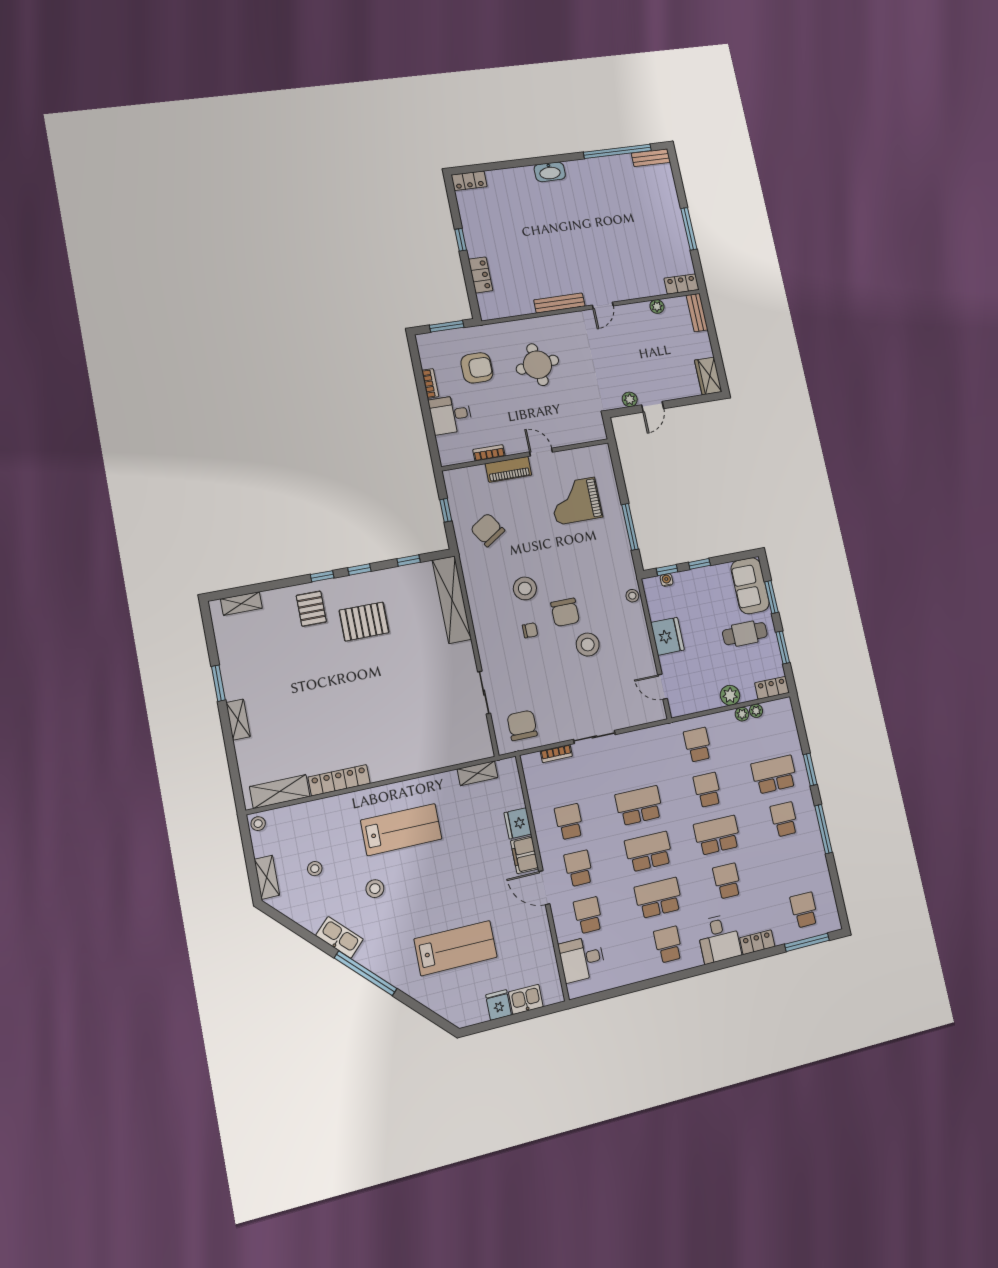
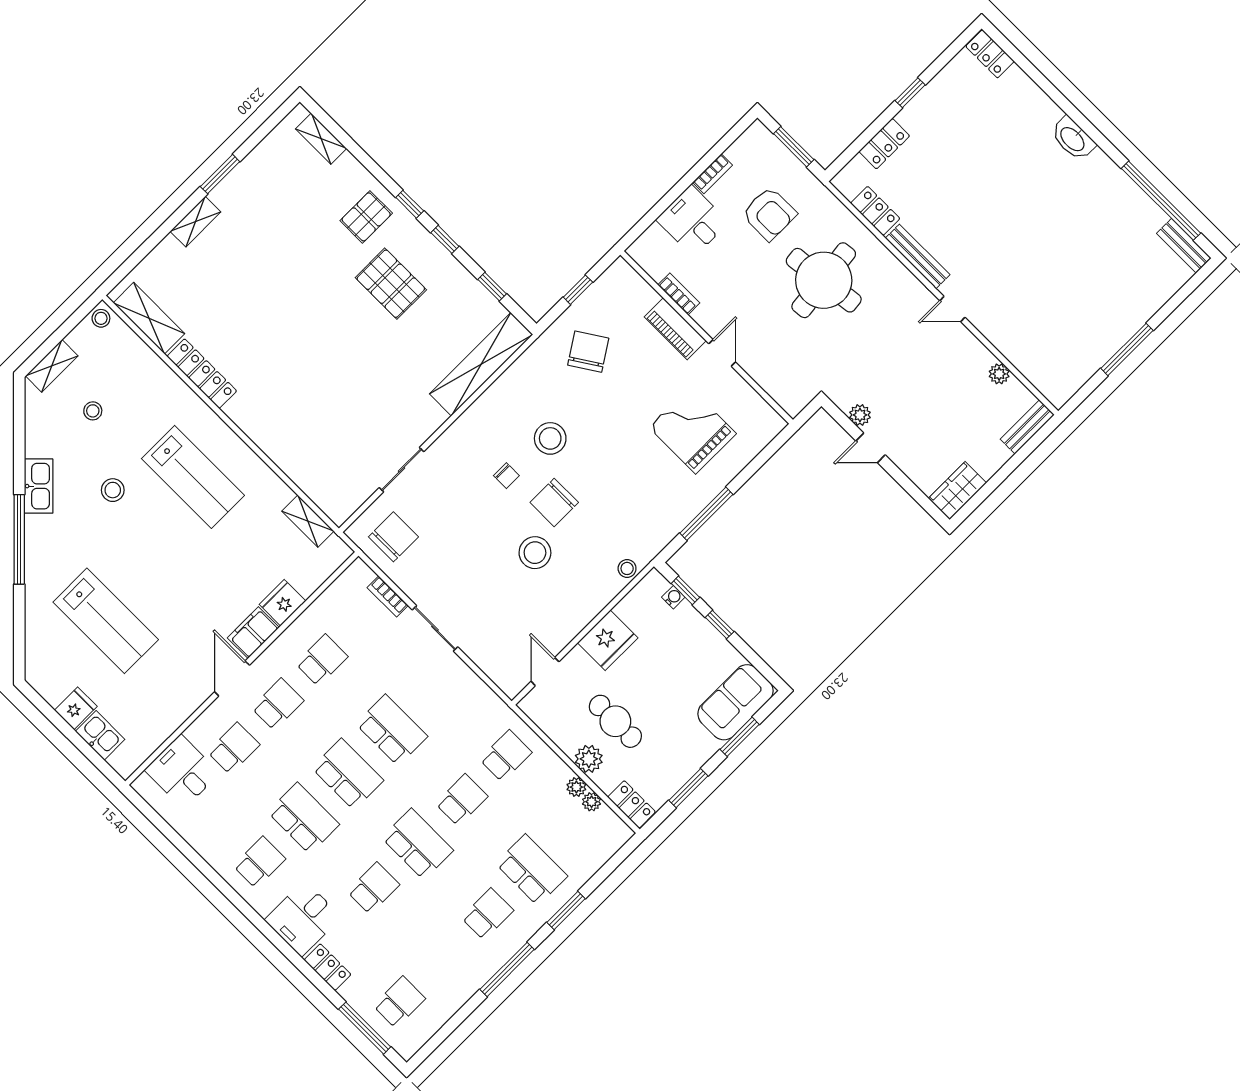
locker: (682, 284) -> (875, 211), moved
round table: (537, 365) -> (824, 280), width x1.36, depth x1.36
cafe table: (745, 634) -> (615, 721), moved

